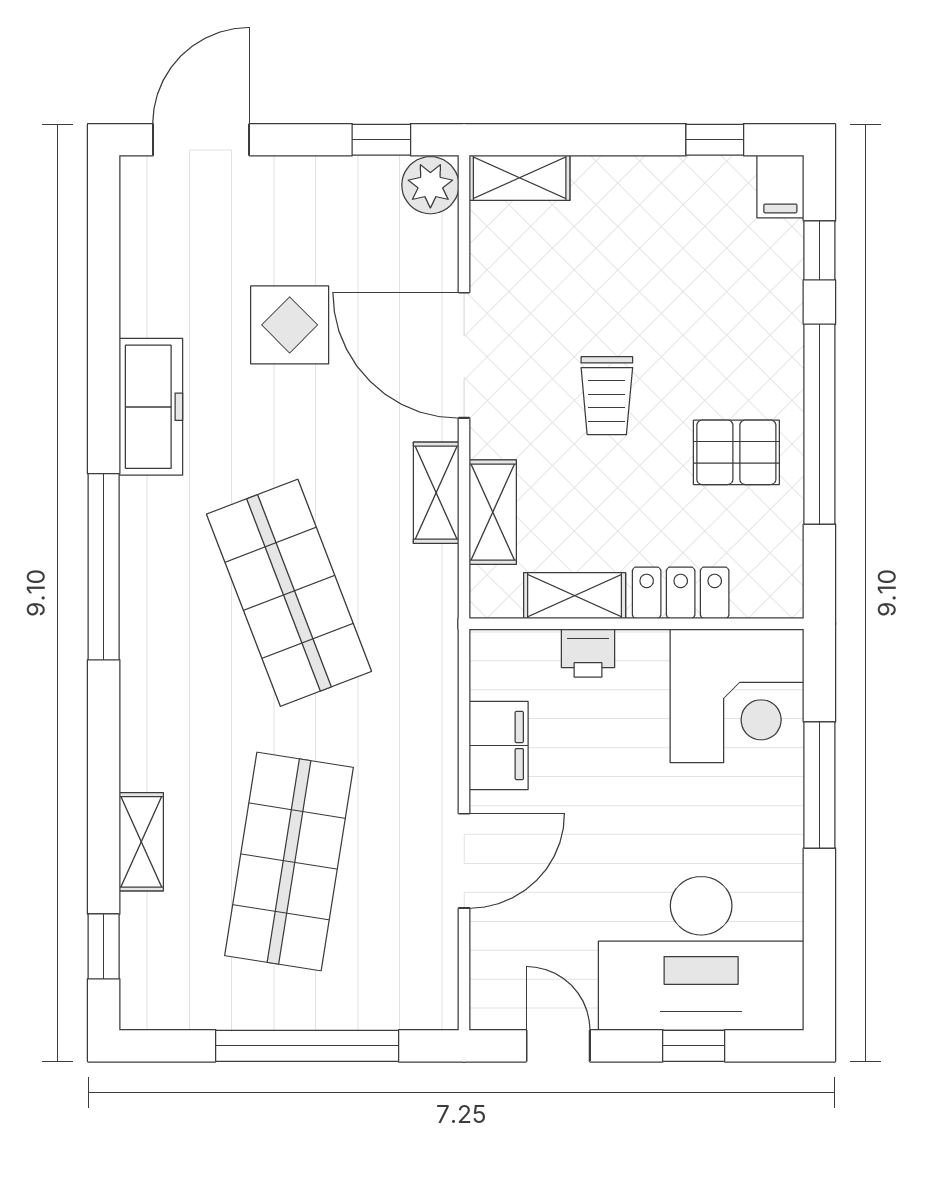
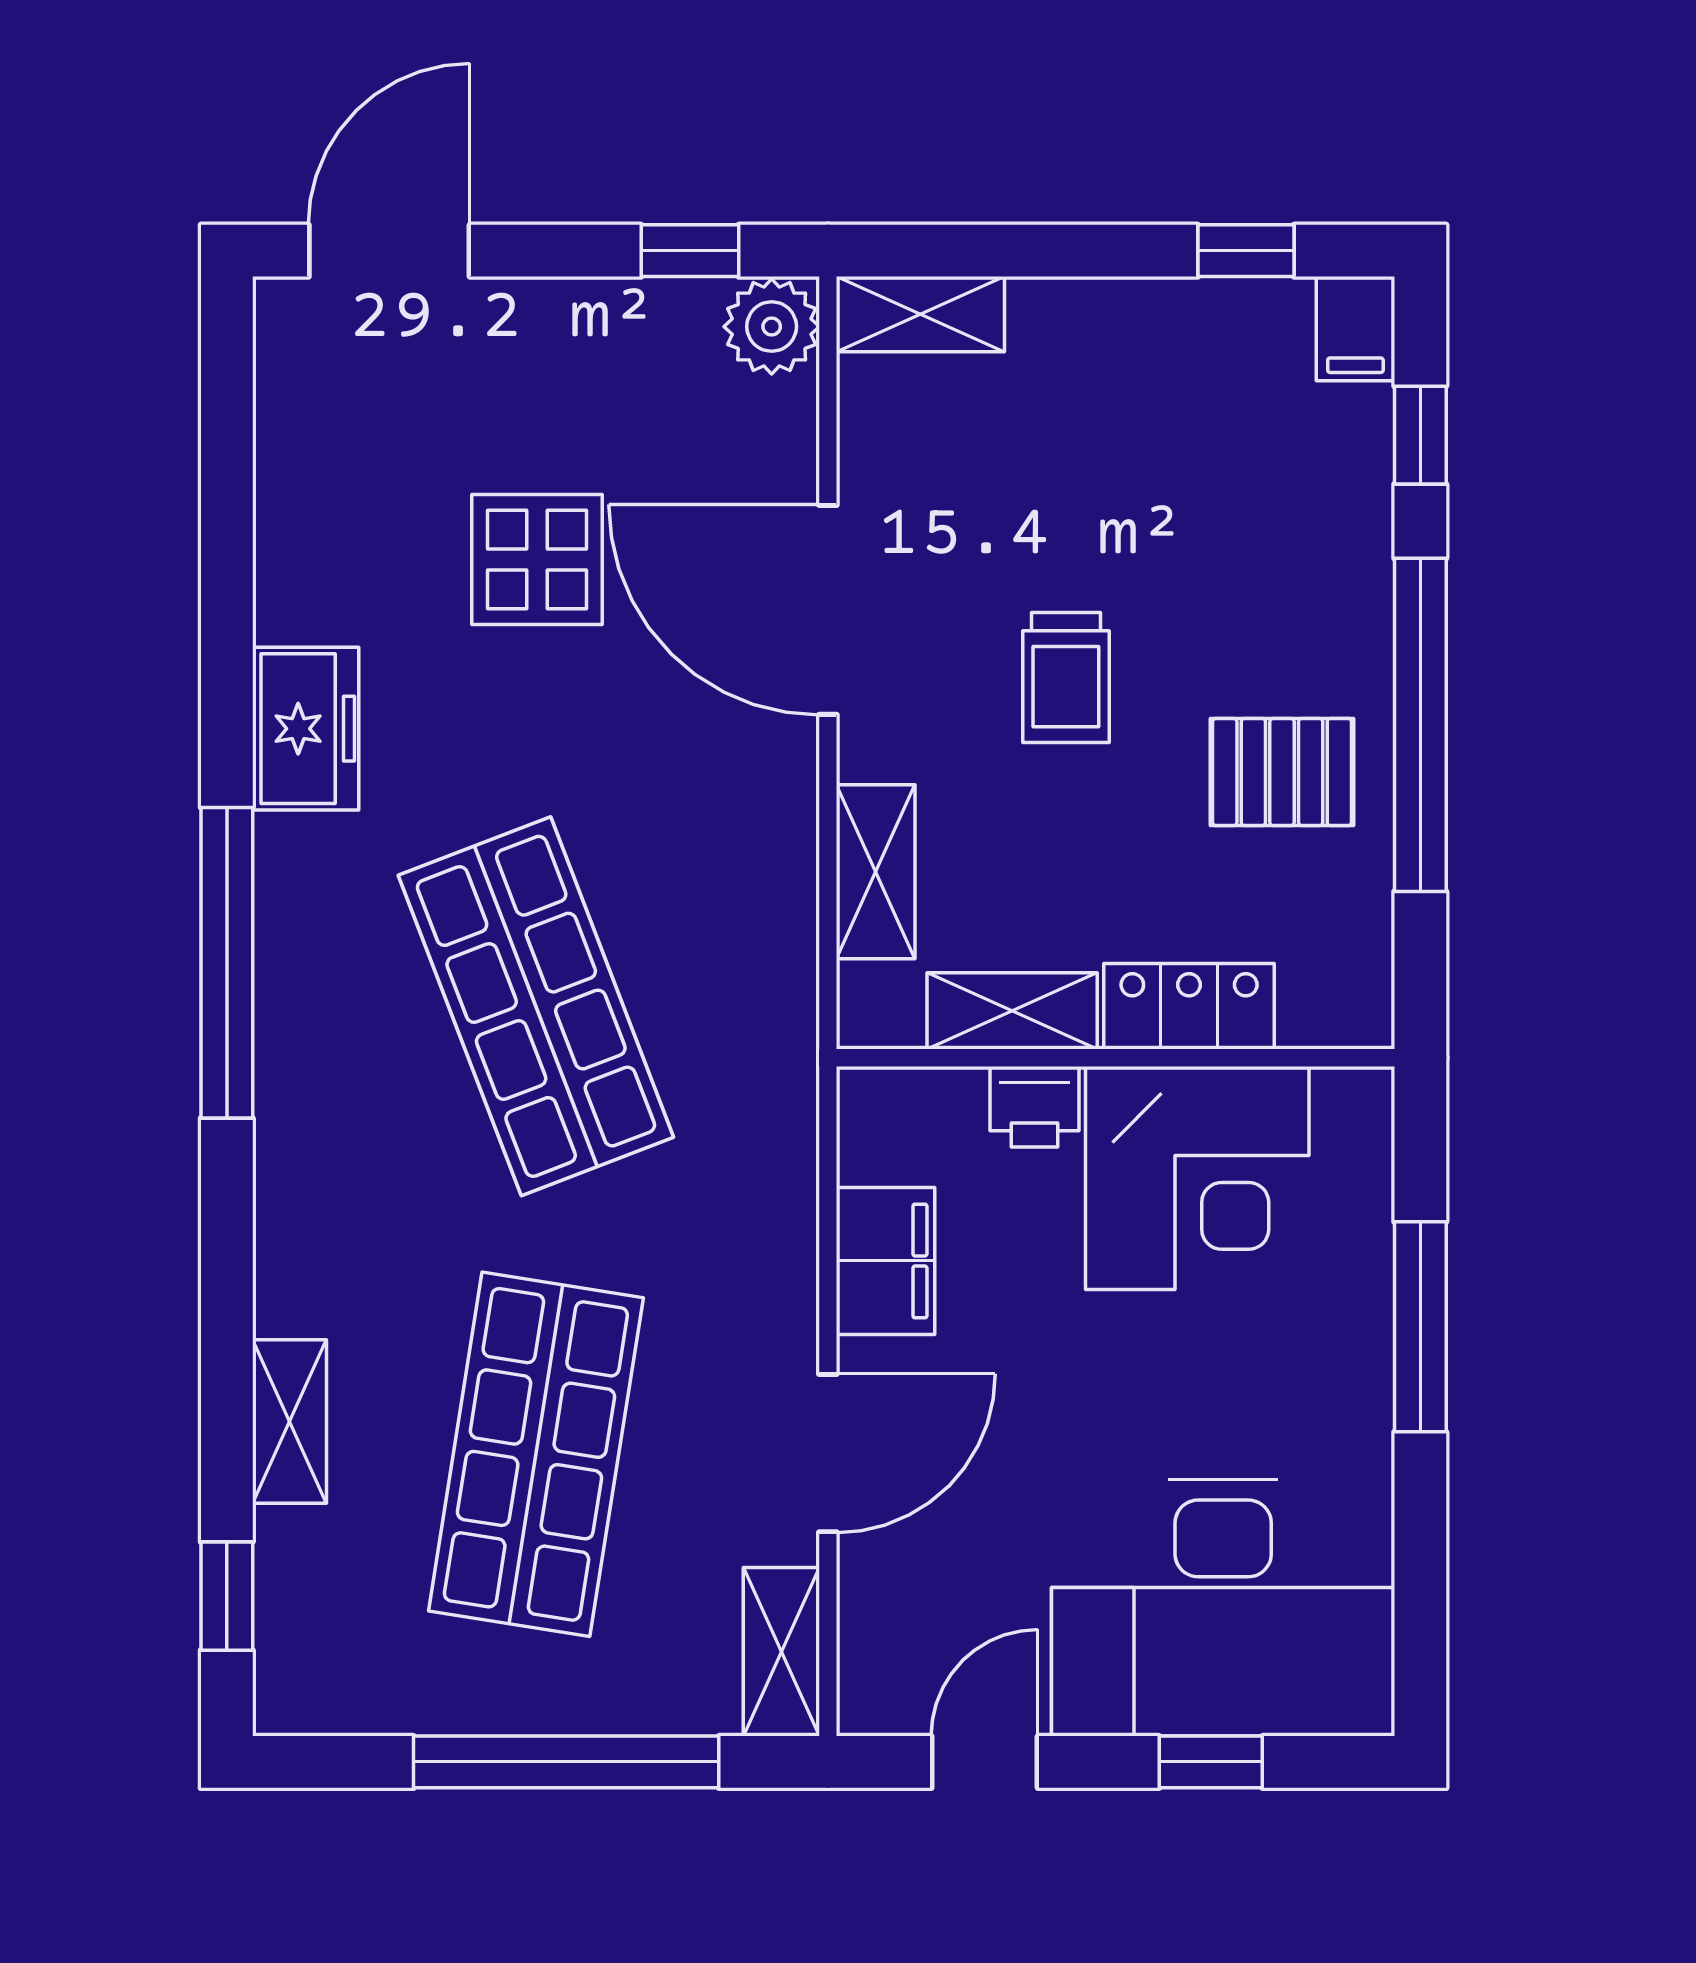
freezer: (151, 407) -> (306, 729), width x0.71
shelving: (436, 493) -> (781, 1652), moved
corner desk: (737, 696) -> (1197, 1178), moved
door: (558, 1046) -> (985, 1762), hinge flipped

